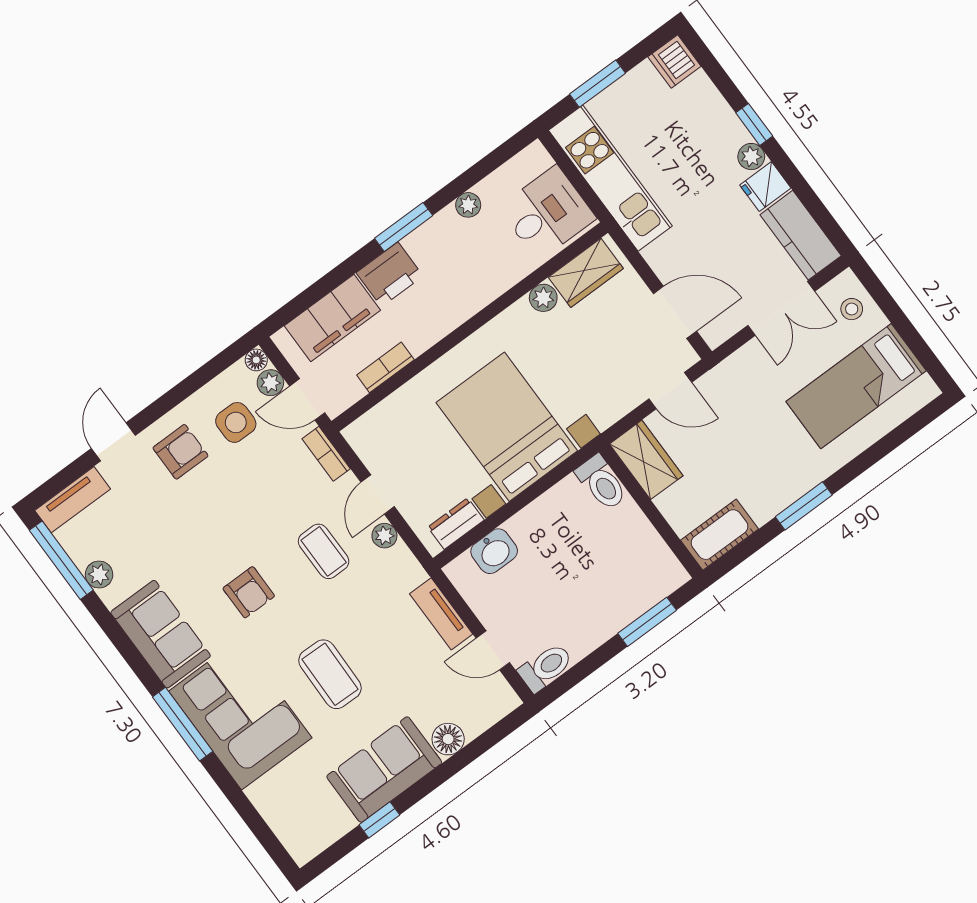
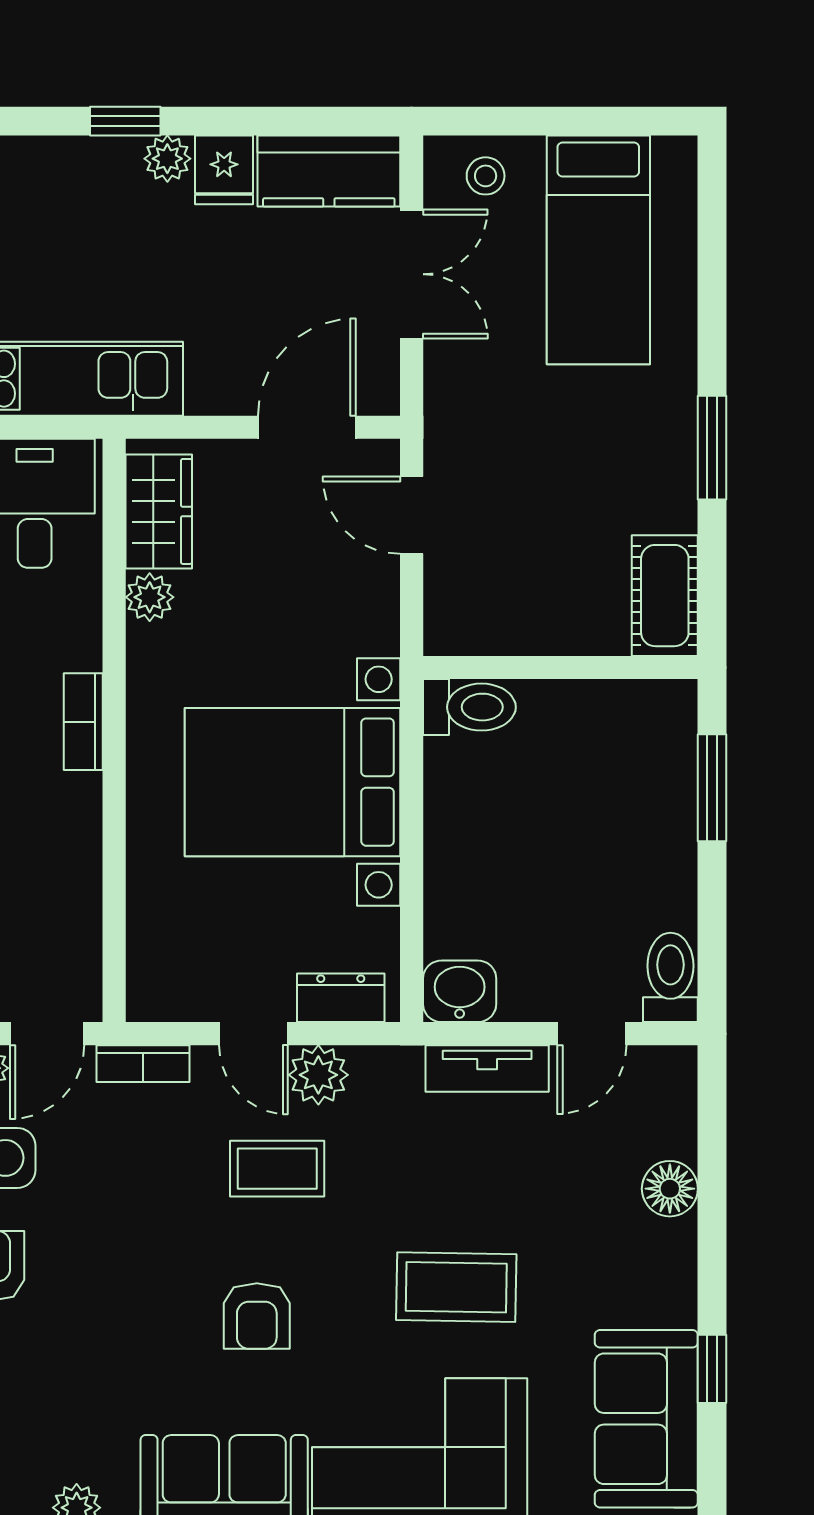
bookcase: (385, 367) -> (83, 722), moved
door: (670, 391) -> (412, 515), swing flipped
wardrobe: (646, 460) -> (484, 621), removed
dresser: (456, 524) -> (341, 998), moved, turned 90
plant: (384, 536) -> (318, 1075), width x1.38, depth x1.38
washbasin: (494, 551) -> (460, 991), moved, turned -90
armchair: (249, 592) -> (257, 1316), turned 90
sofa: (384, 770) -> (646, 1419), moved

